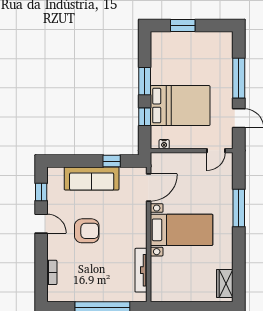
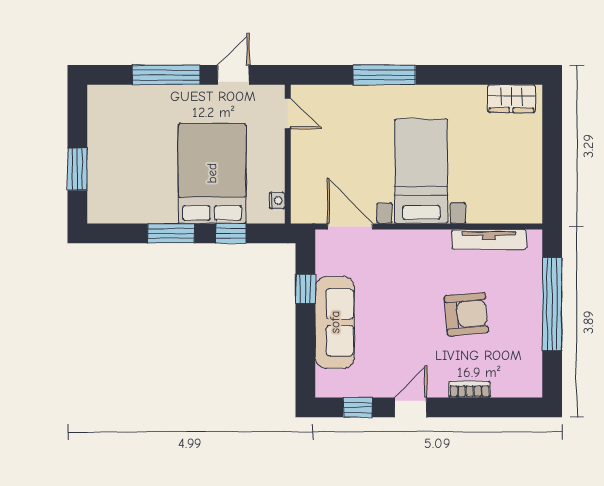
armchair: (87, 231) -> (466, 314), moved, turned 85
bookcase: (52, 272) -> (470, 389), moved

